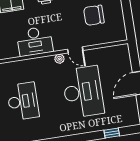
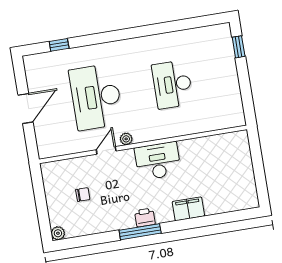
chair: (94, 15) -> (83, 195), width x0.54, depth x0.54
door: (75, 50) -> (106, 150), hinge flipped

